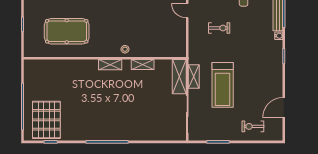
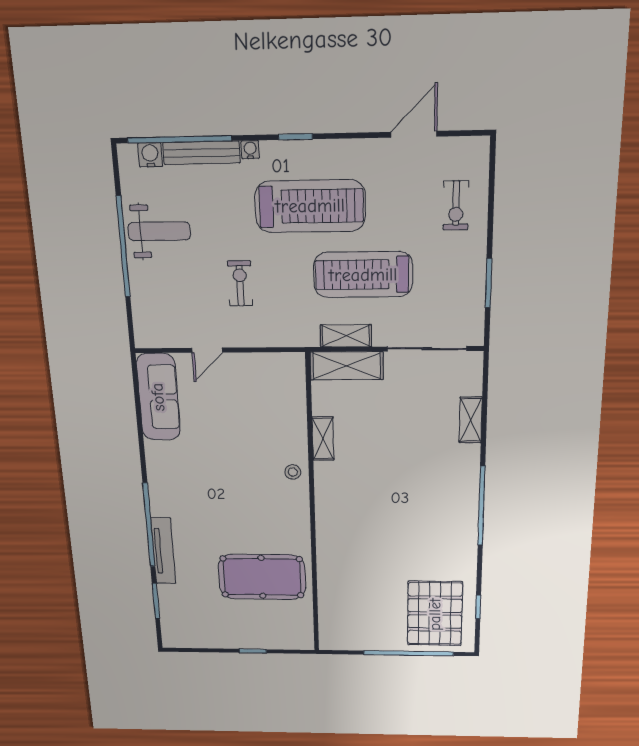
pool table: (67, 31) -> (262, 577), turned 90
treadmill: (254, 62) -> (310, 206), added
shelving: (110, 65) -> (471, 420), moved
treadmill: (223, 85) -> (363, 275), turned 180
door: (284, 108) -> (414, 134), swing flipped
pallet: (46, 120) -> (435, 614), turned 90

